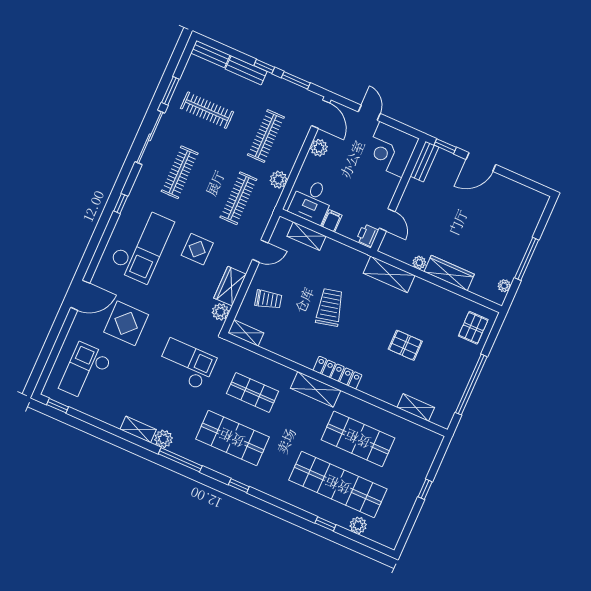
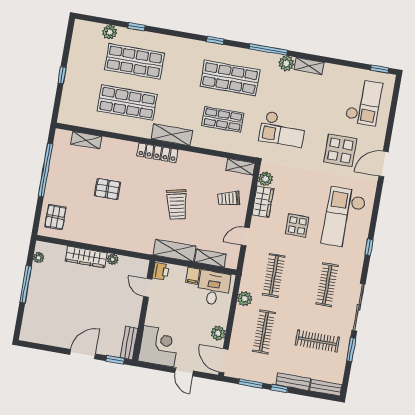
shelving: (389, 274) -> (175, 251), moved
shop shelf: (338, 485) -> (134, 61), width x0.71

